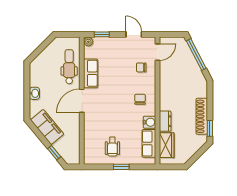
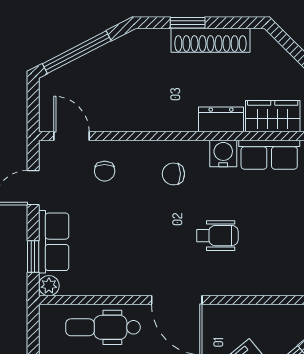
row of seats: (91, 73) -> (54, 242), moved, turned 90
window: (210, 128) -> (188, 23), moved
wheelchair: (112, 147) -> (217, 236), moved

